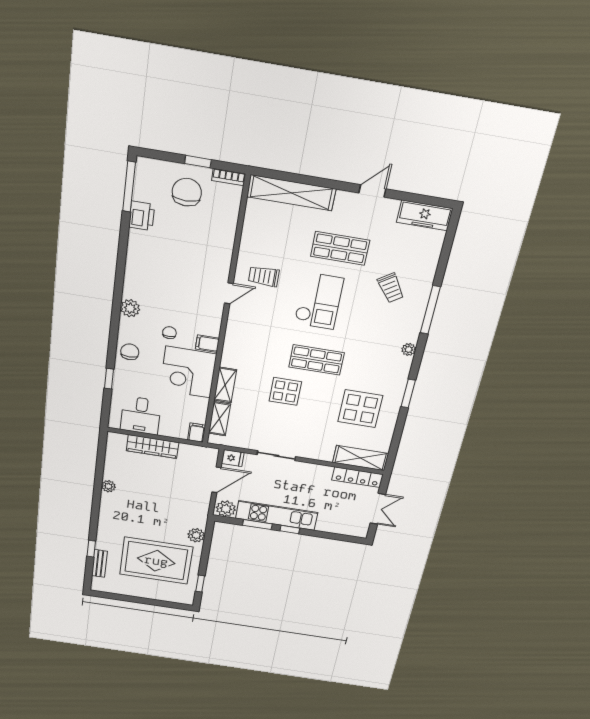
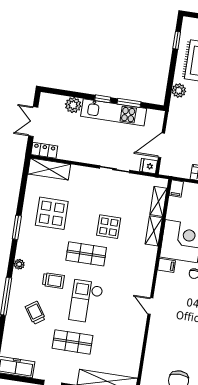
trolley: (264, 276) -> (53, 281), moved
door: (229, 293) -> (150, 306), hinge flipped
locker: (357, 477) -> (44, 150), width x0.66
plant: (226, 509) -> (73, 105), moved

